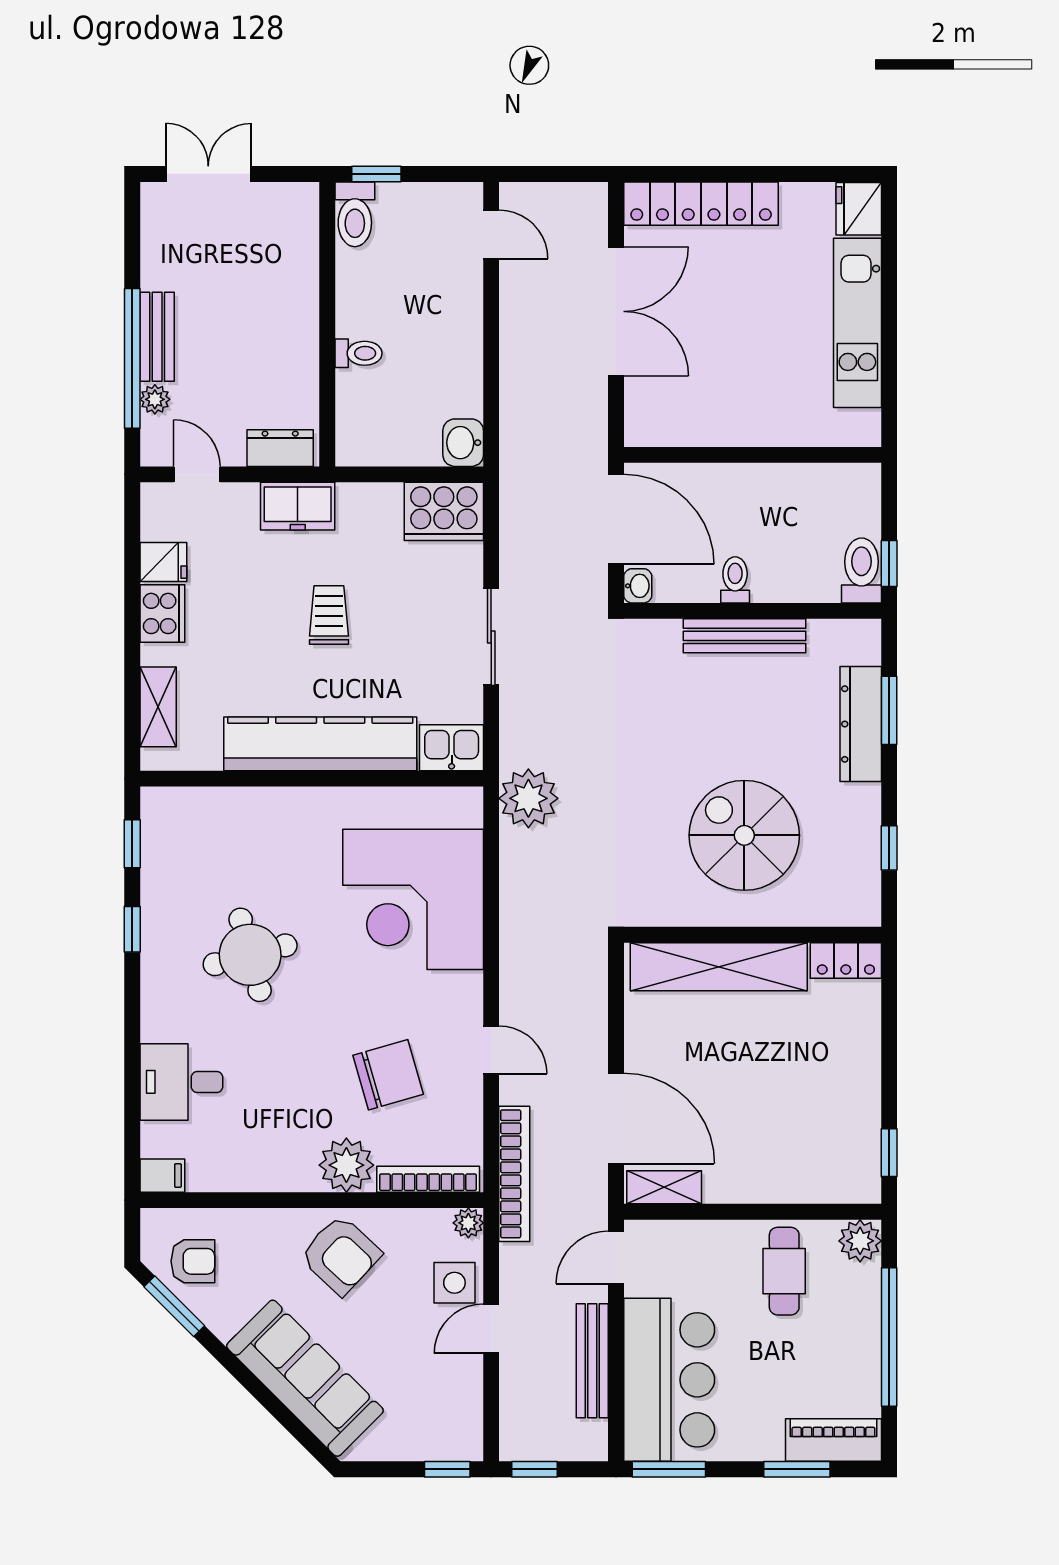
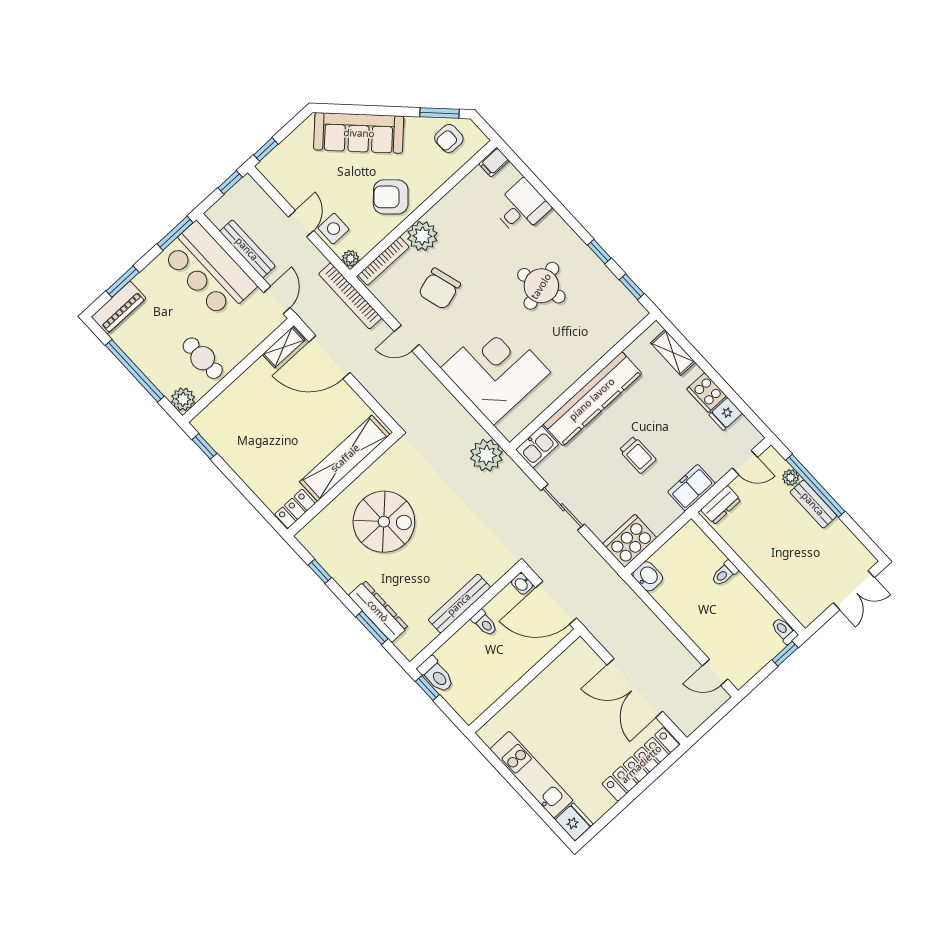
toilet: (355, 214) -> (784, 631), width x0.73, depth x0.72

